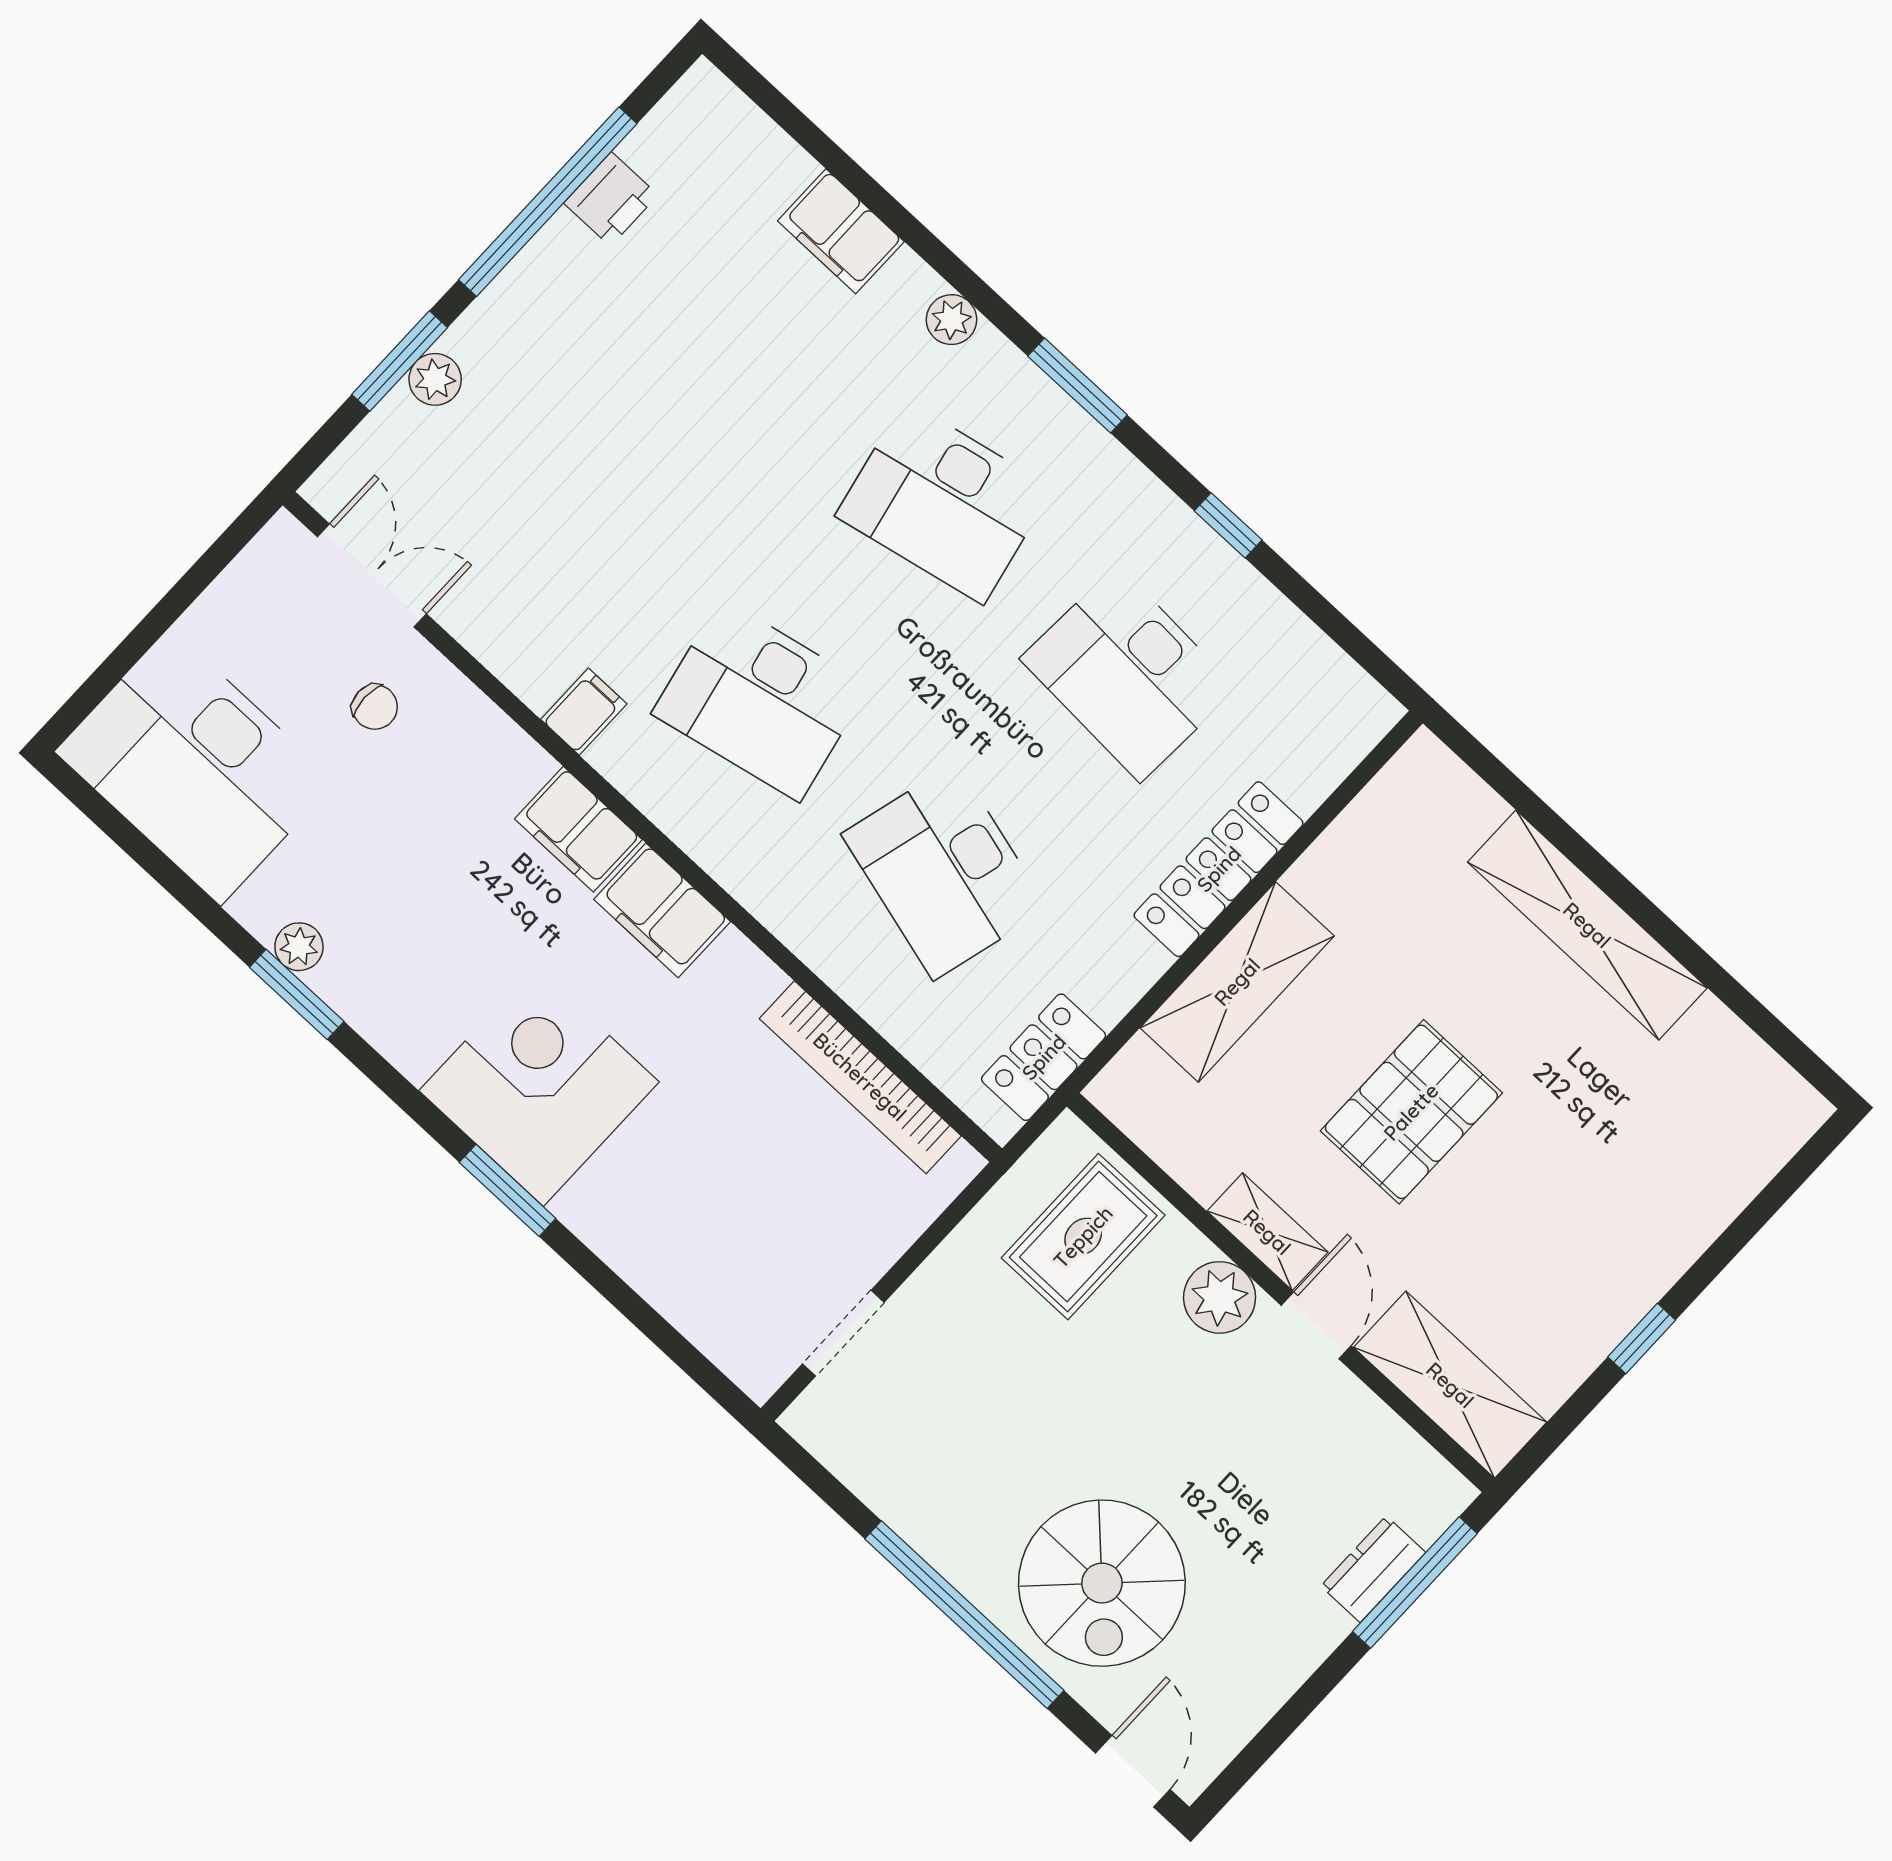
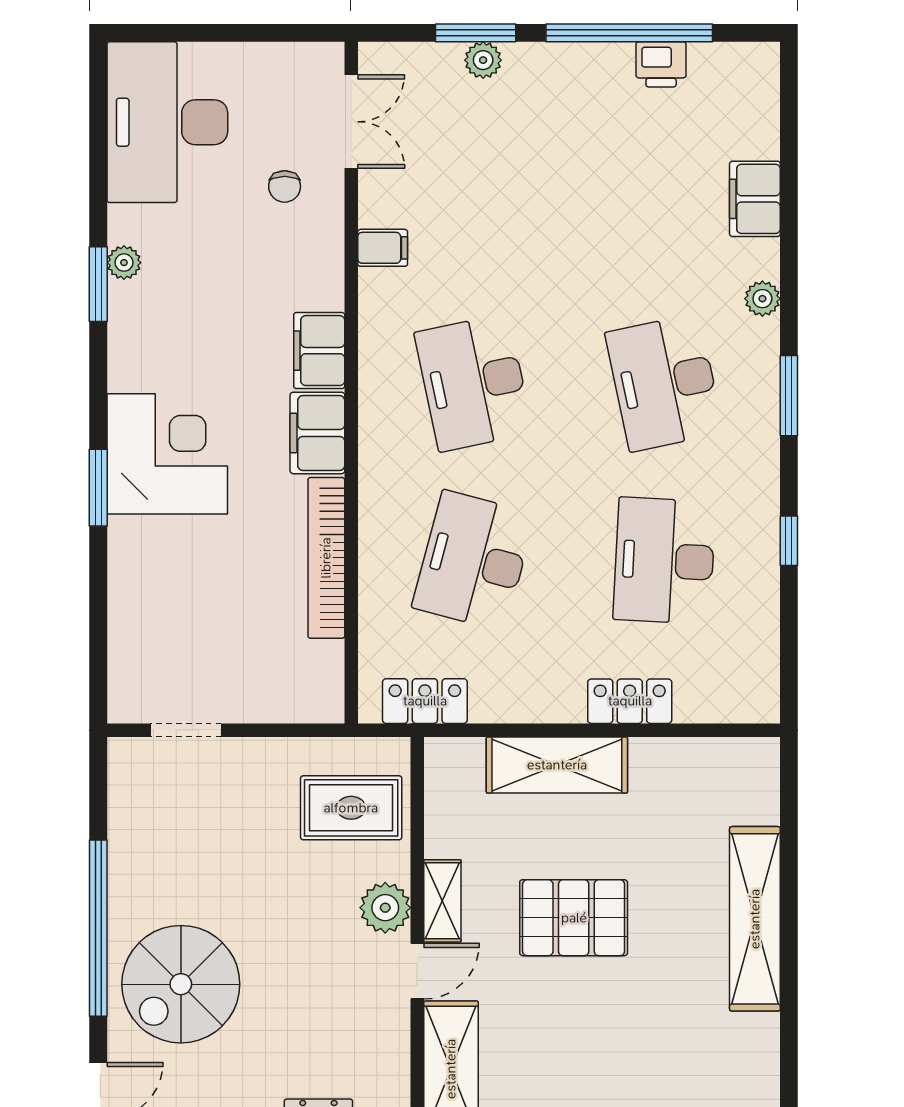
filing cabinet: (584, 712) -> (383, 248), moved
locker: (1219, 869) -> (630, 701), width x0.66
bookcase: (860, 1077) -> (326, 558), moved

